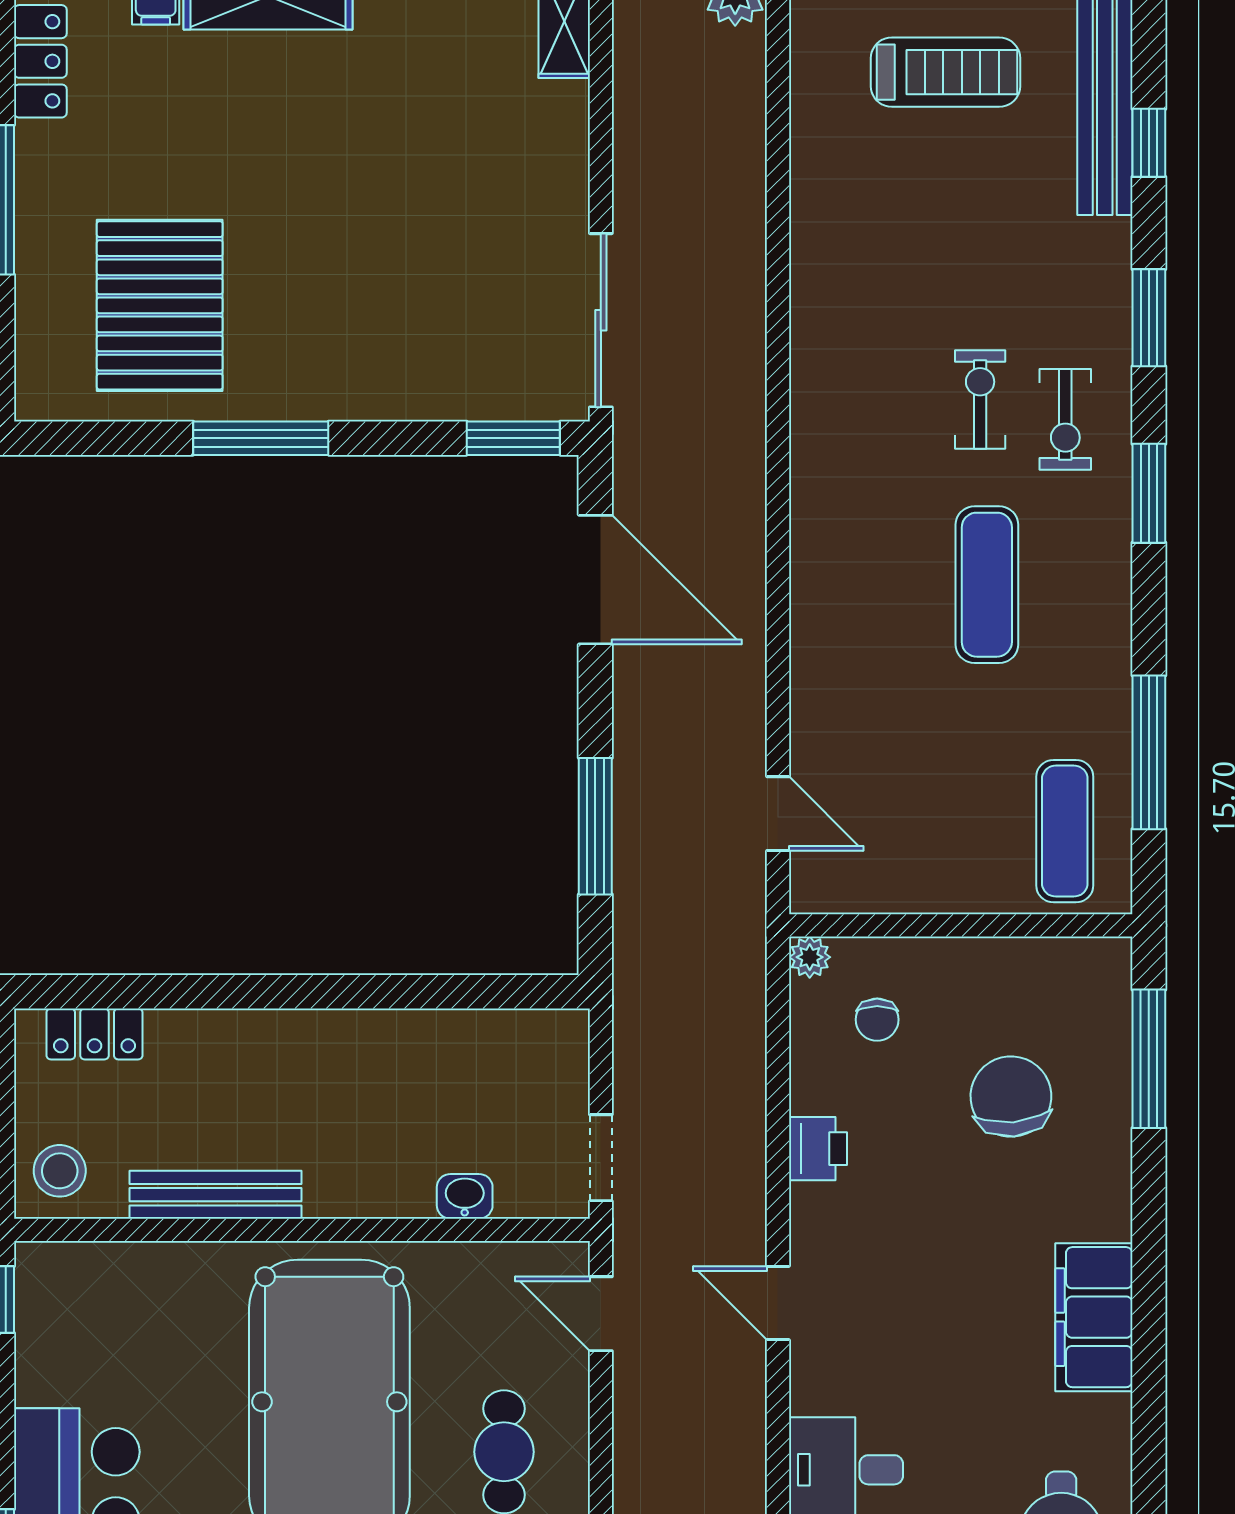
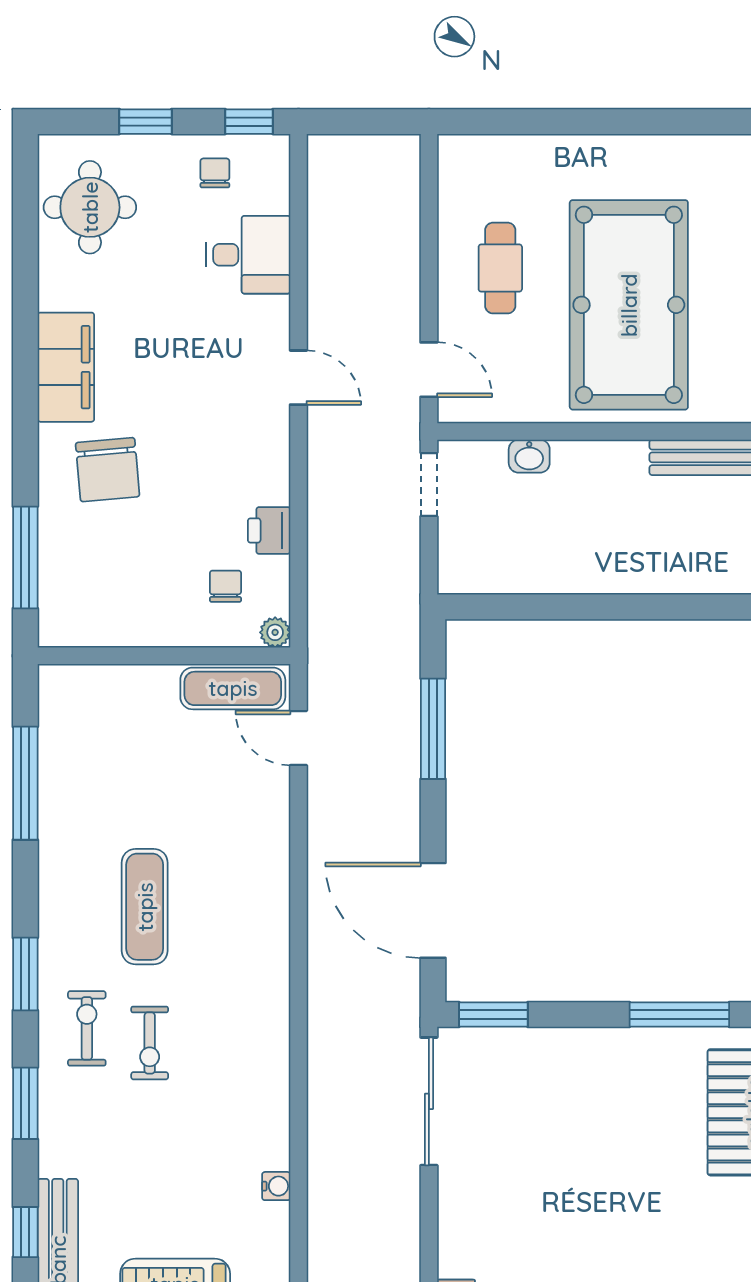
water cooler: (808, 205) -> (276, 1186), added
exercise mat: (1065, 831) -> (233, 688), moved, turned 90
chair: (1011, 1097) -> (108, 470), moved
printer: (818, 1149) -> (269, 530), moved

